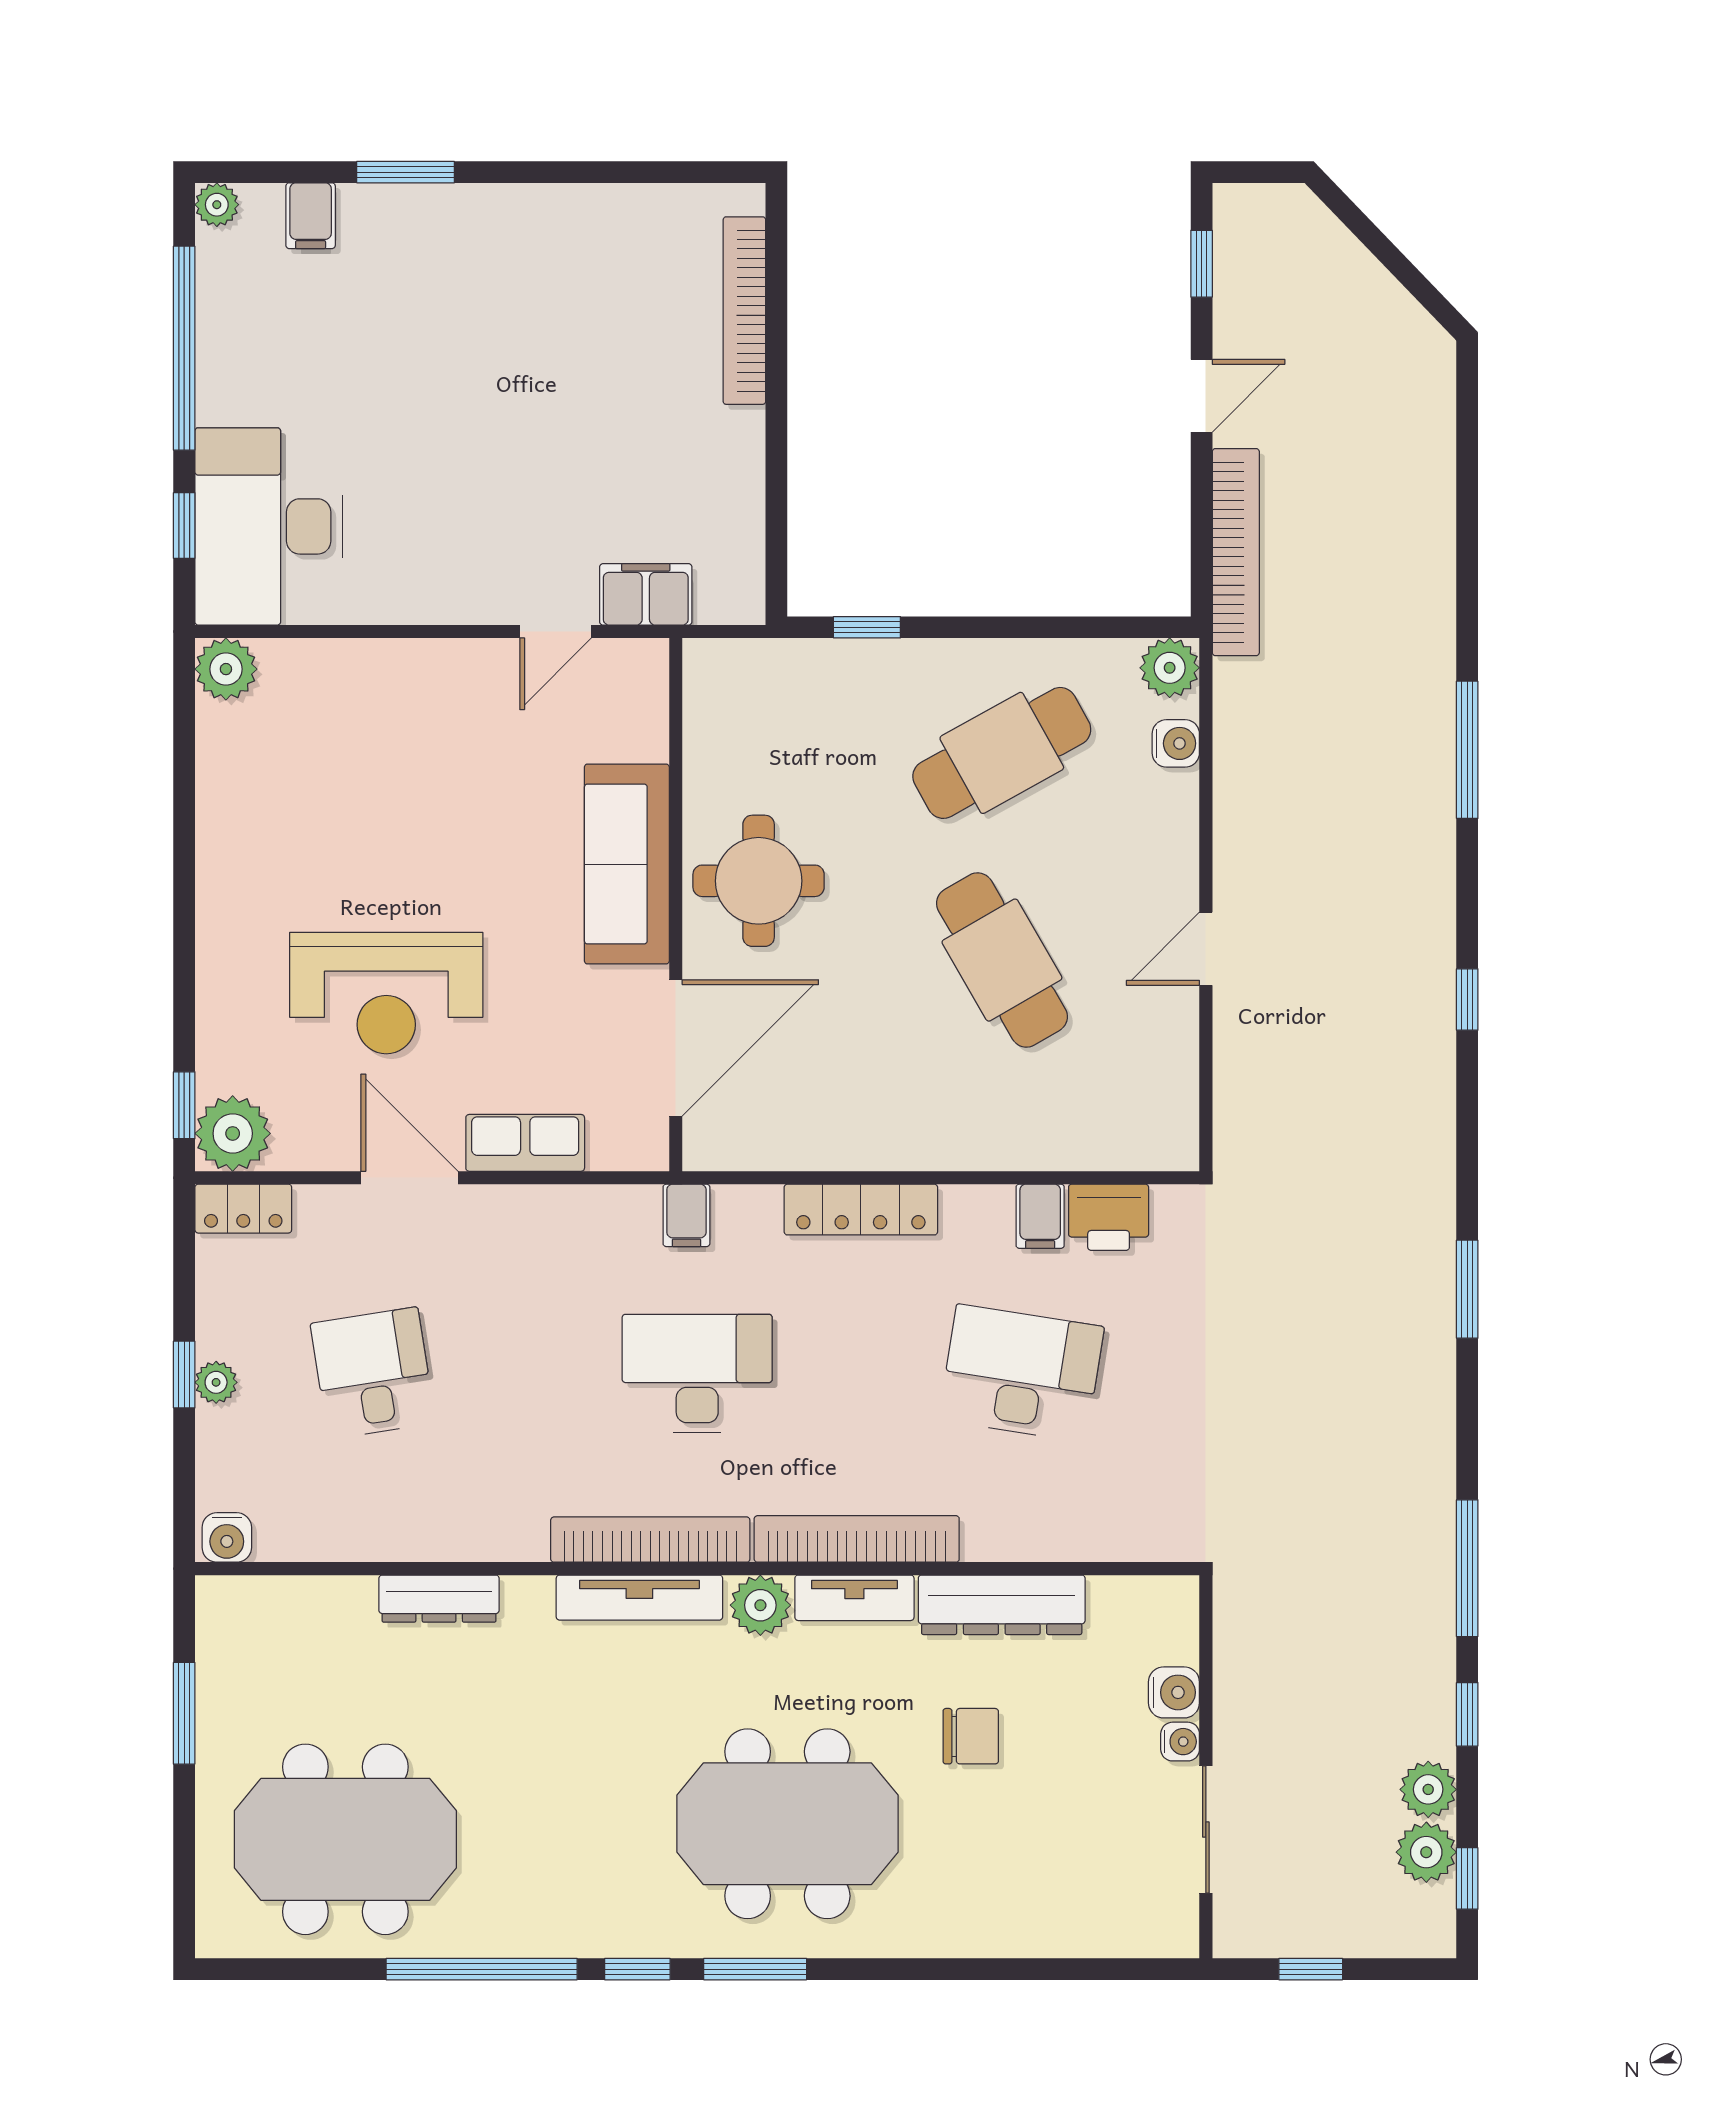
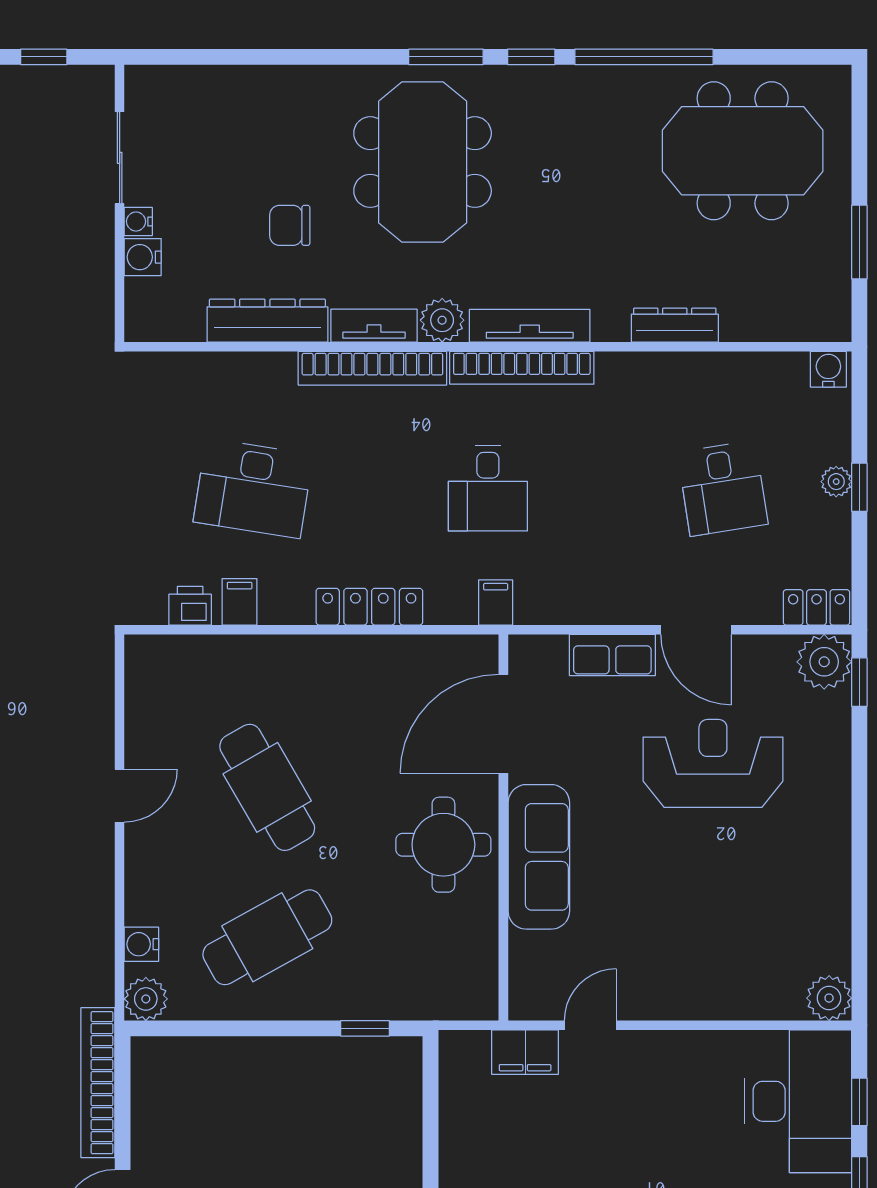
printer: (1109, 1217) -> (190, 606), width x0.73, depth x0.81
desk: (697, 1373) -> (488, 488), width x0.73
meeting table: (787, 1824) -> (423, 162), turned 90

